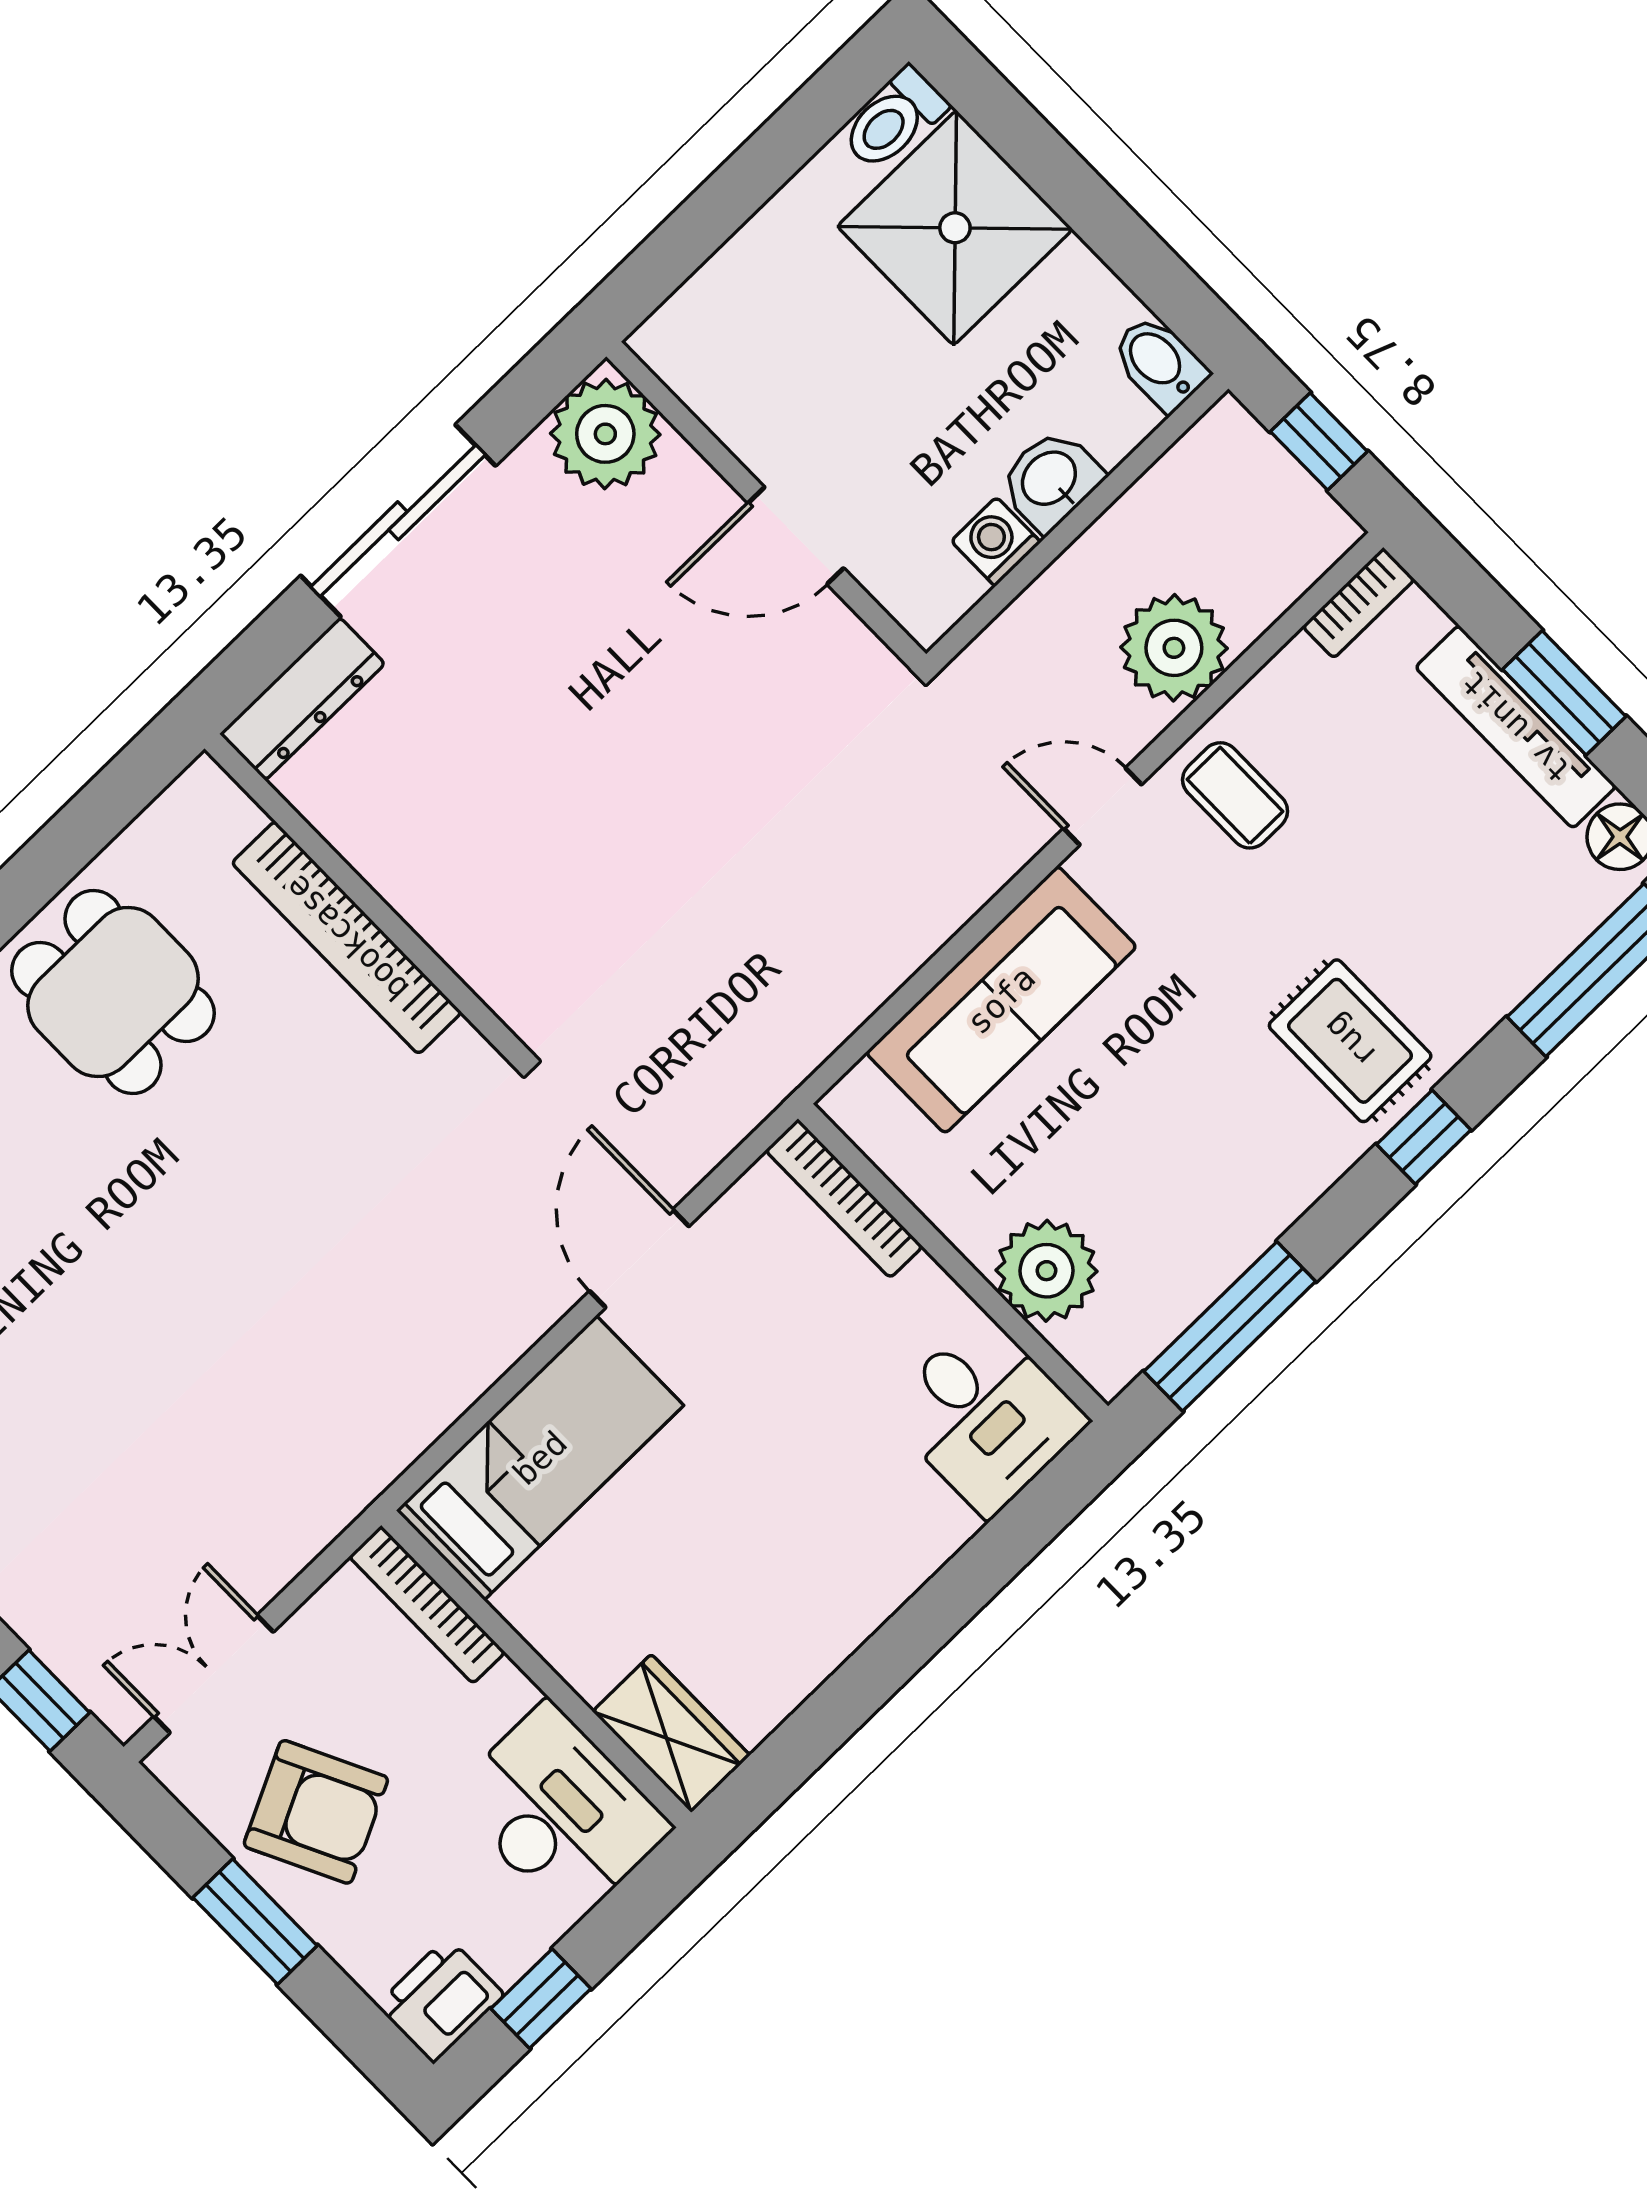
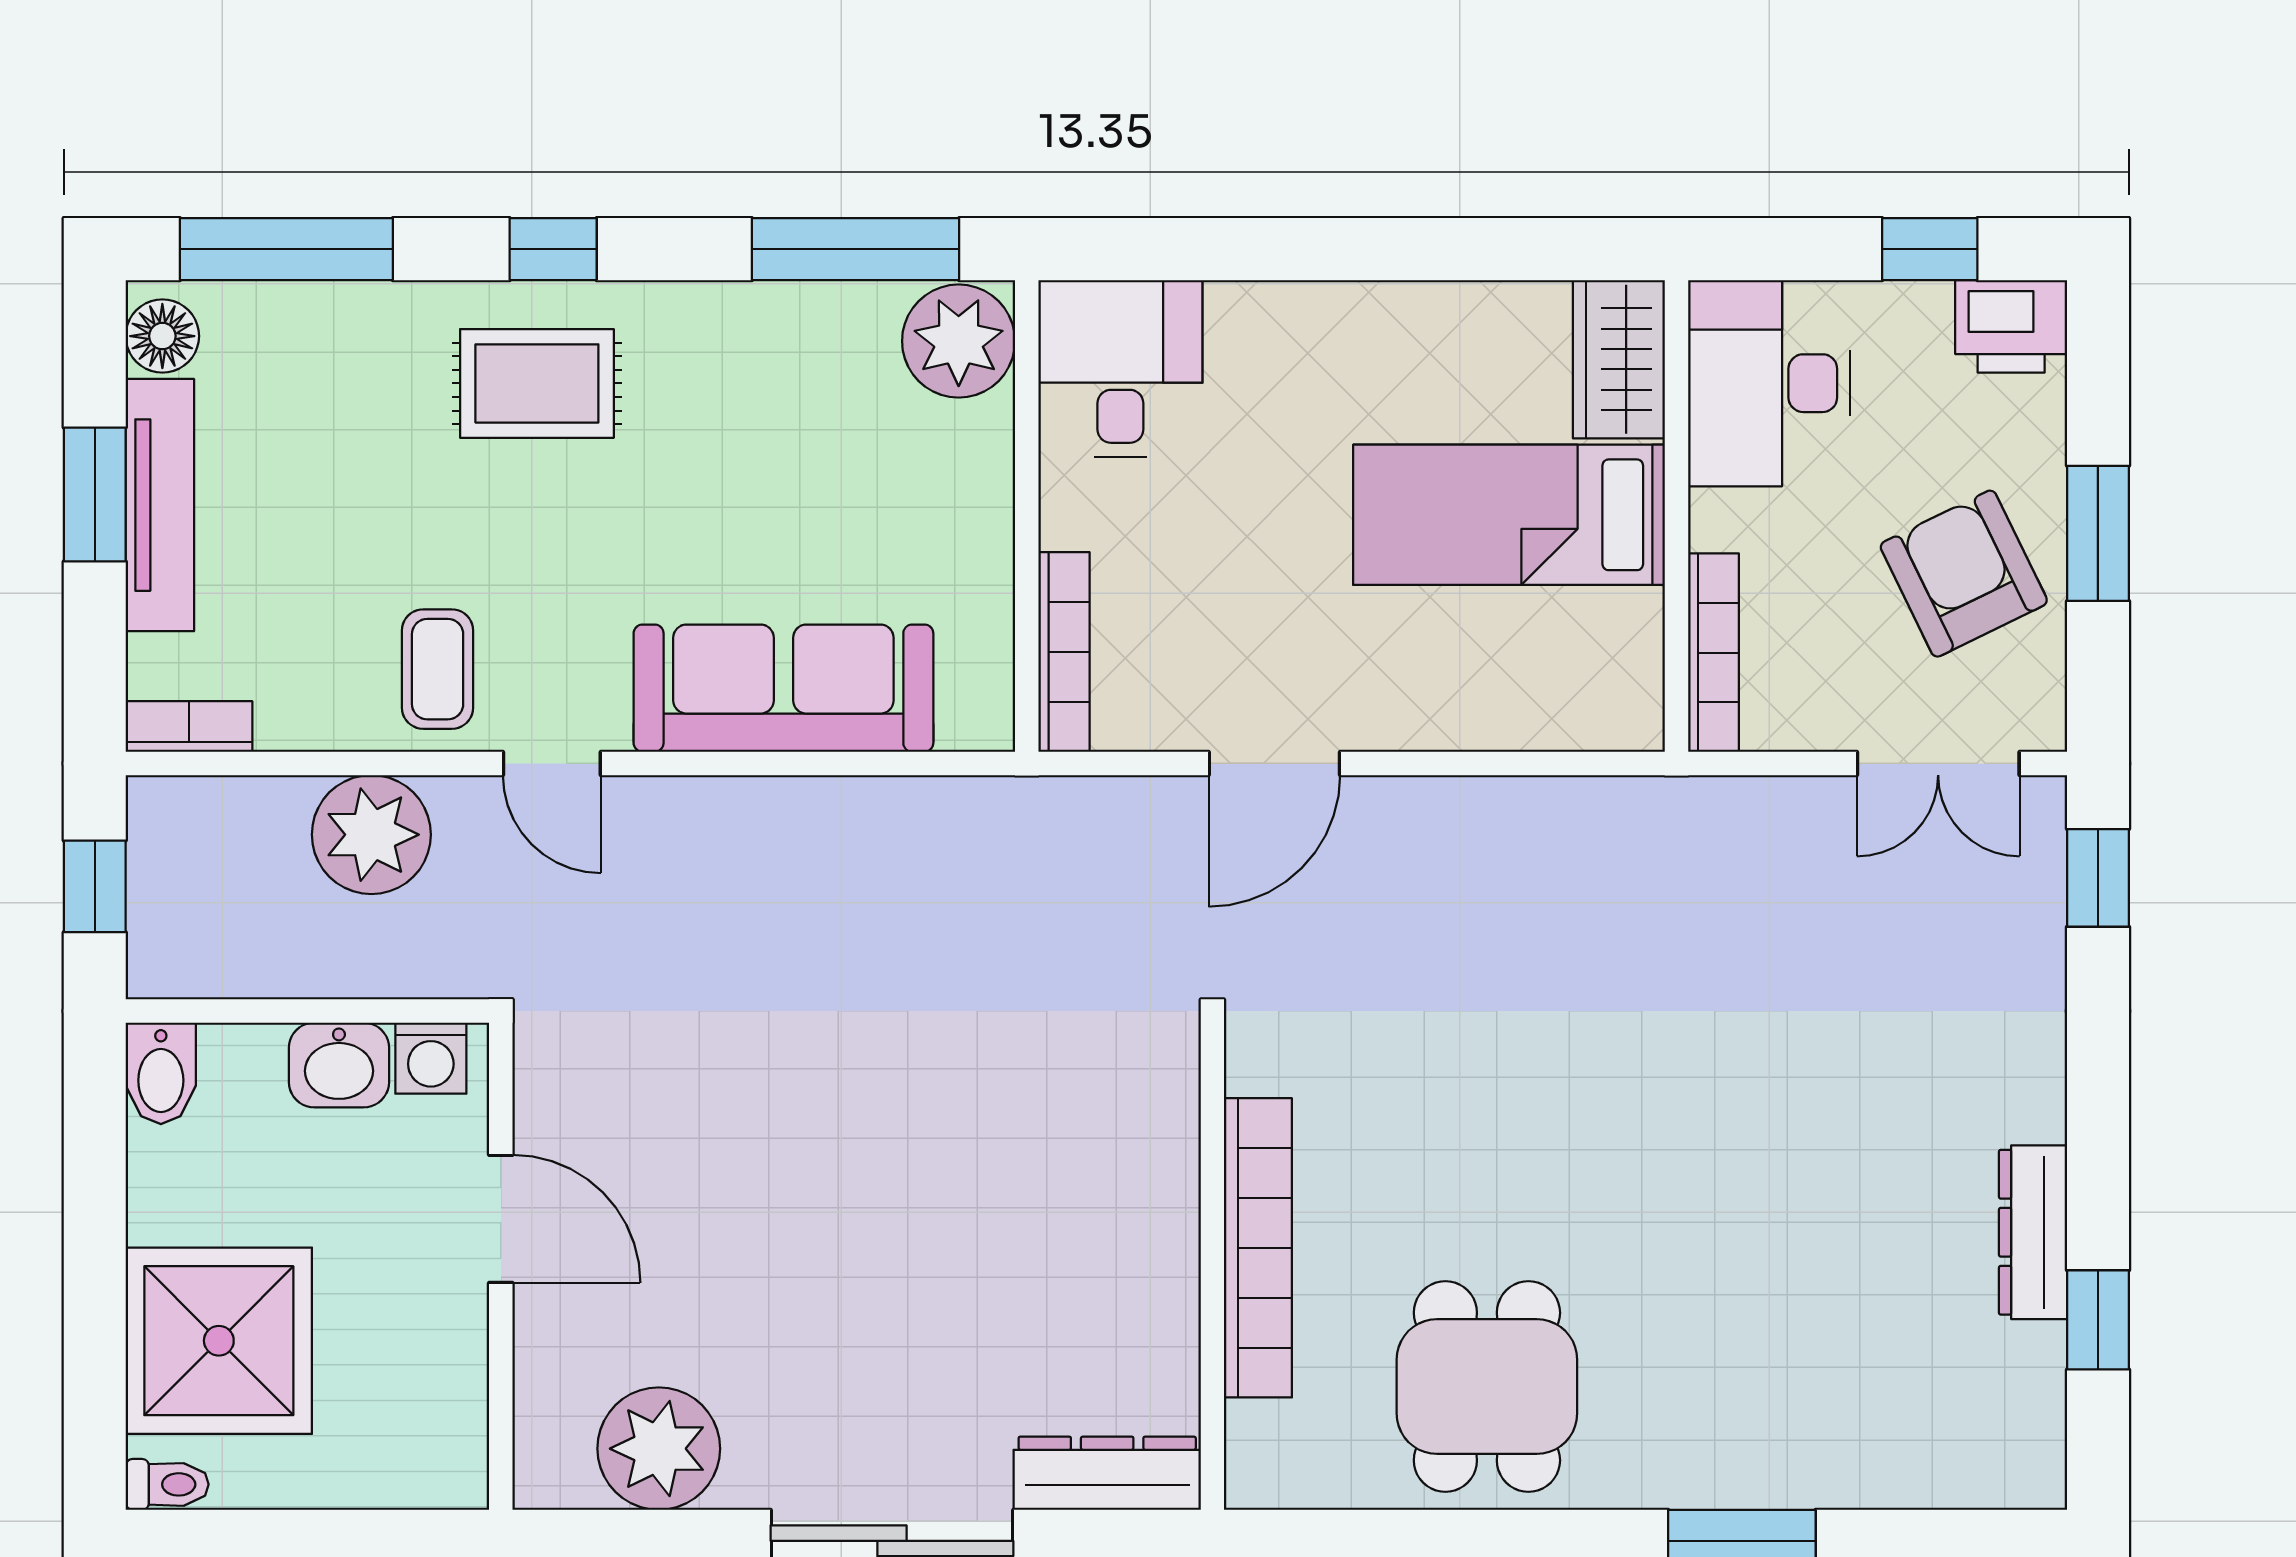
toilet: (894, 119) -> (167, 1484), width x0.73, depth x0.72
wall: (766, 505) -> (501, 1266), moved
door: (796, 536) -> (501, 1219), moved
rug: (1350, 1041) -> (537, 383), turned 90
plant: (1046, 1271) -> (959, 341), moved
bed: (540, 1458) -> (1509, 515), moved

